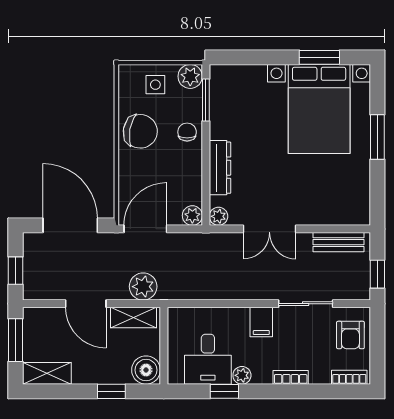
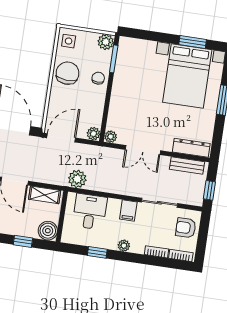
side table: (155, 85) -> (69, 41), moved
chair: (140, 131) -> (67, 73), turned -97
dresser: (220, 168) -> (191, 148), moved, turned -90
plant: (143, 287) -> (77, 179), moved
armchair: (350, 335) -> (186, 228), turned 90
desk: (208, 359) -> (90, 212), moved, turned 180
plant: (242, 375) -> (124, 246), moved
bookcase: (291, 377) -> (157, 252), moved

